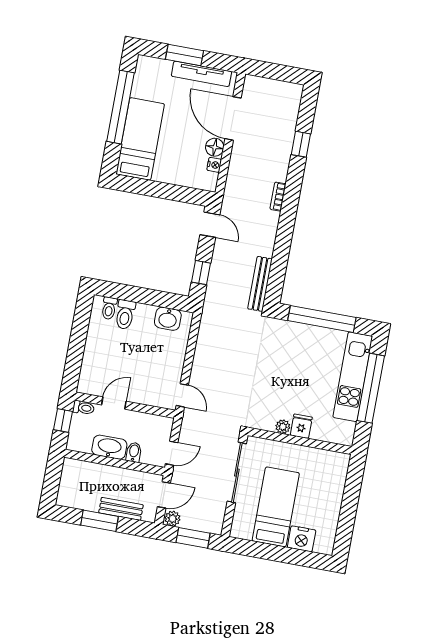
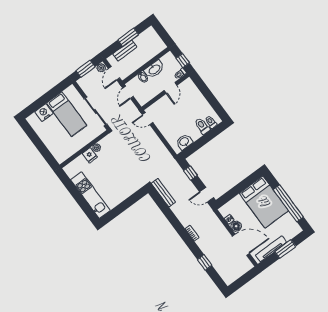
bed: (140, 139) -> (264, 202), width x1.50
window: (322, 319) -> (126, 204), removed
window: (371, 388) -> (79, 198), removed

